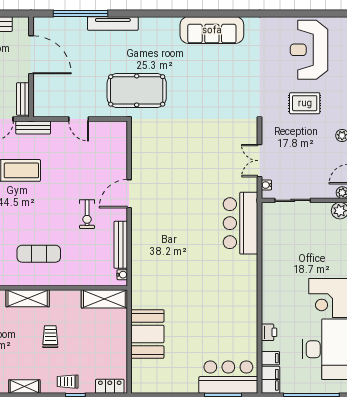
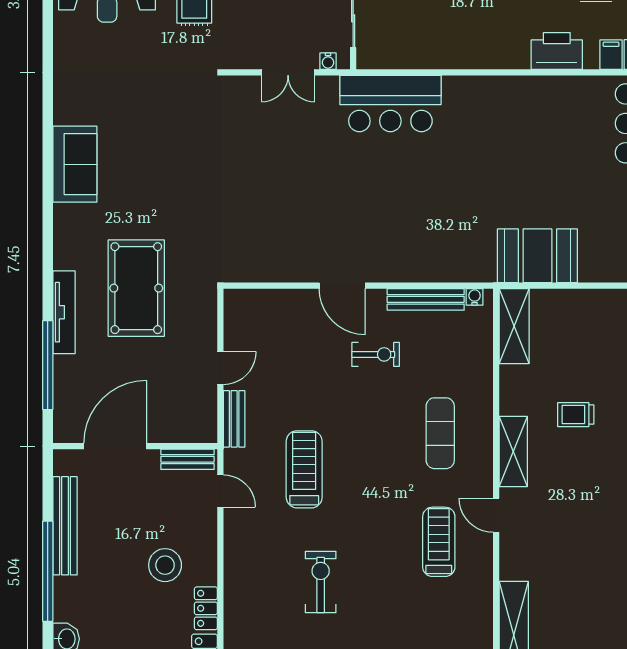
sofa: (212, 30) -> (75, 164), width x0.73
pool table: (137, 90) -> (136, 288), moved
bench: (33, 127) -> (234, 419), moved
printer: (269, 332) -> (557, 51), width x1.87, depth x1.48
booth: (147, 334) -> (537, 256), moved

